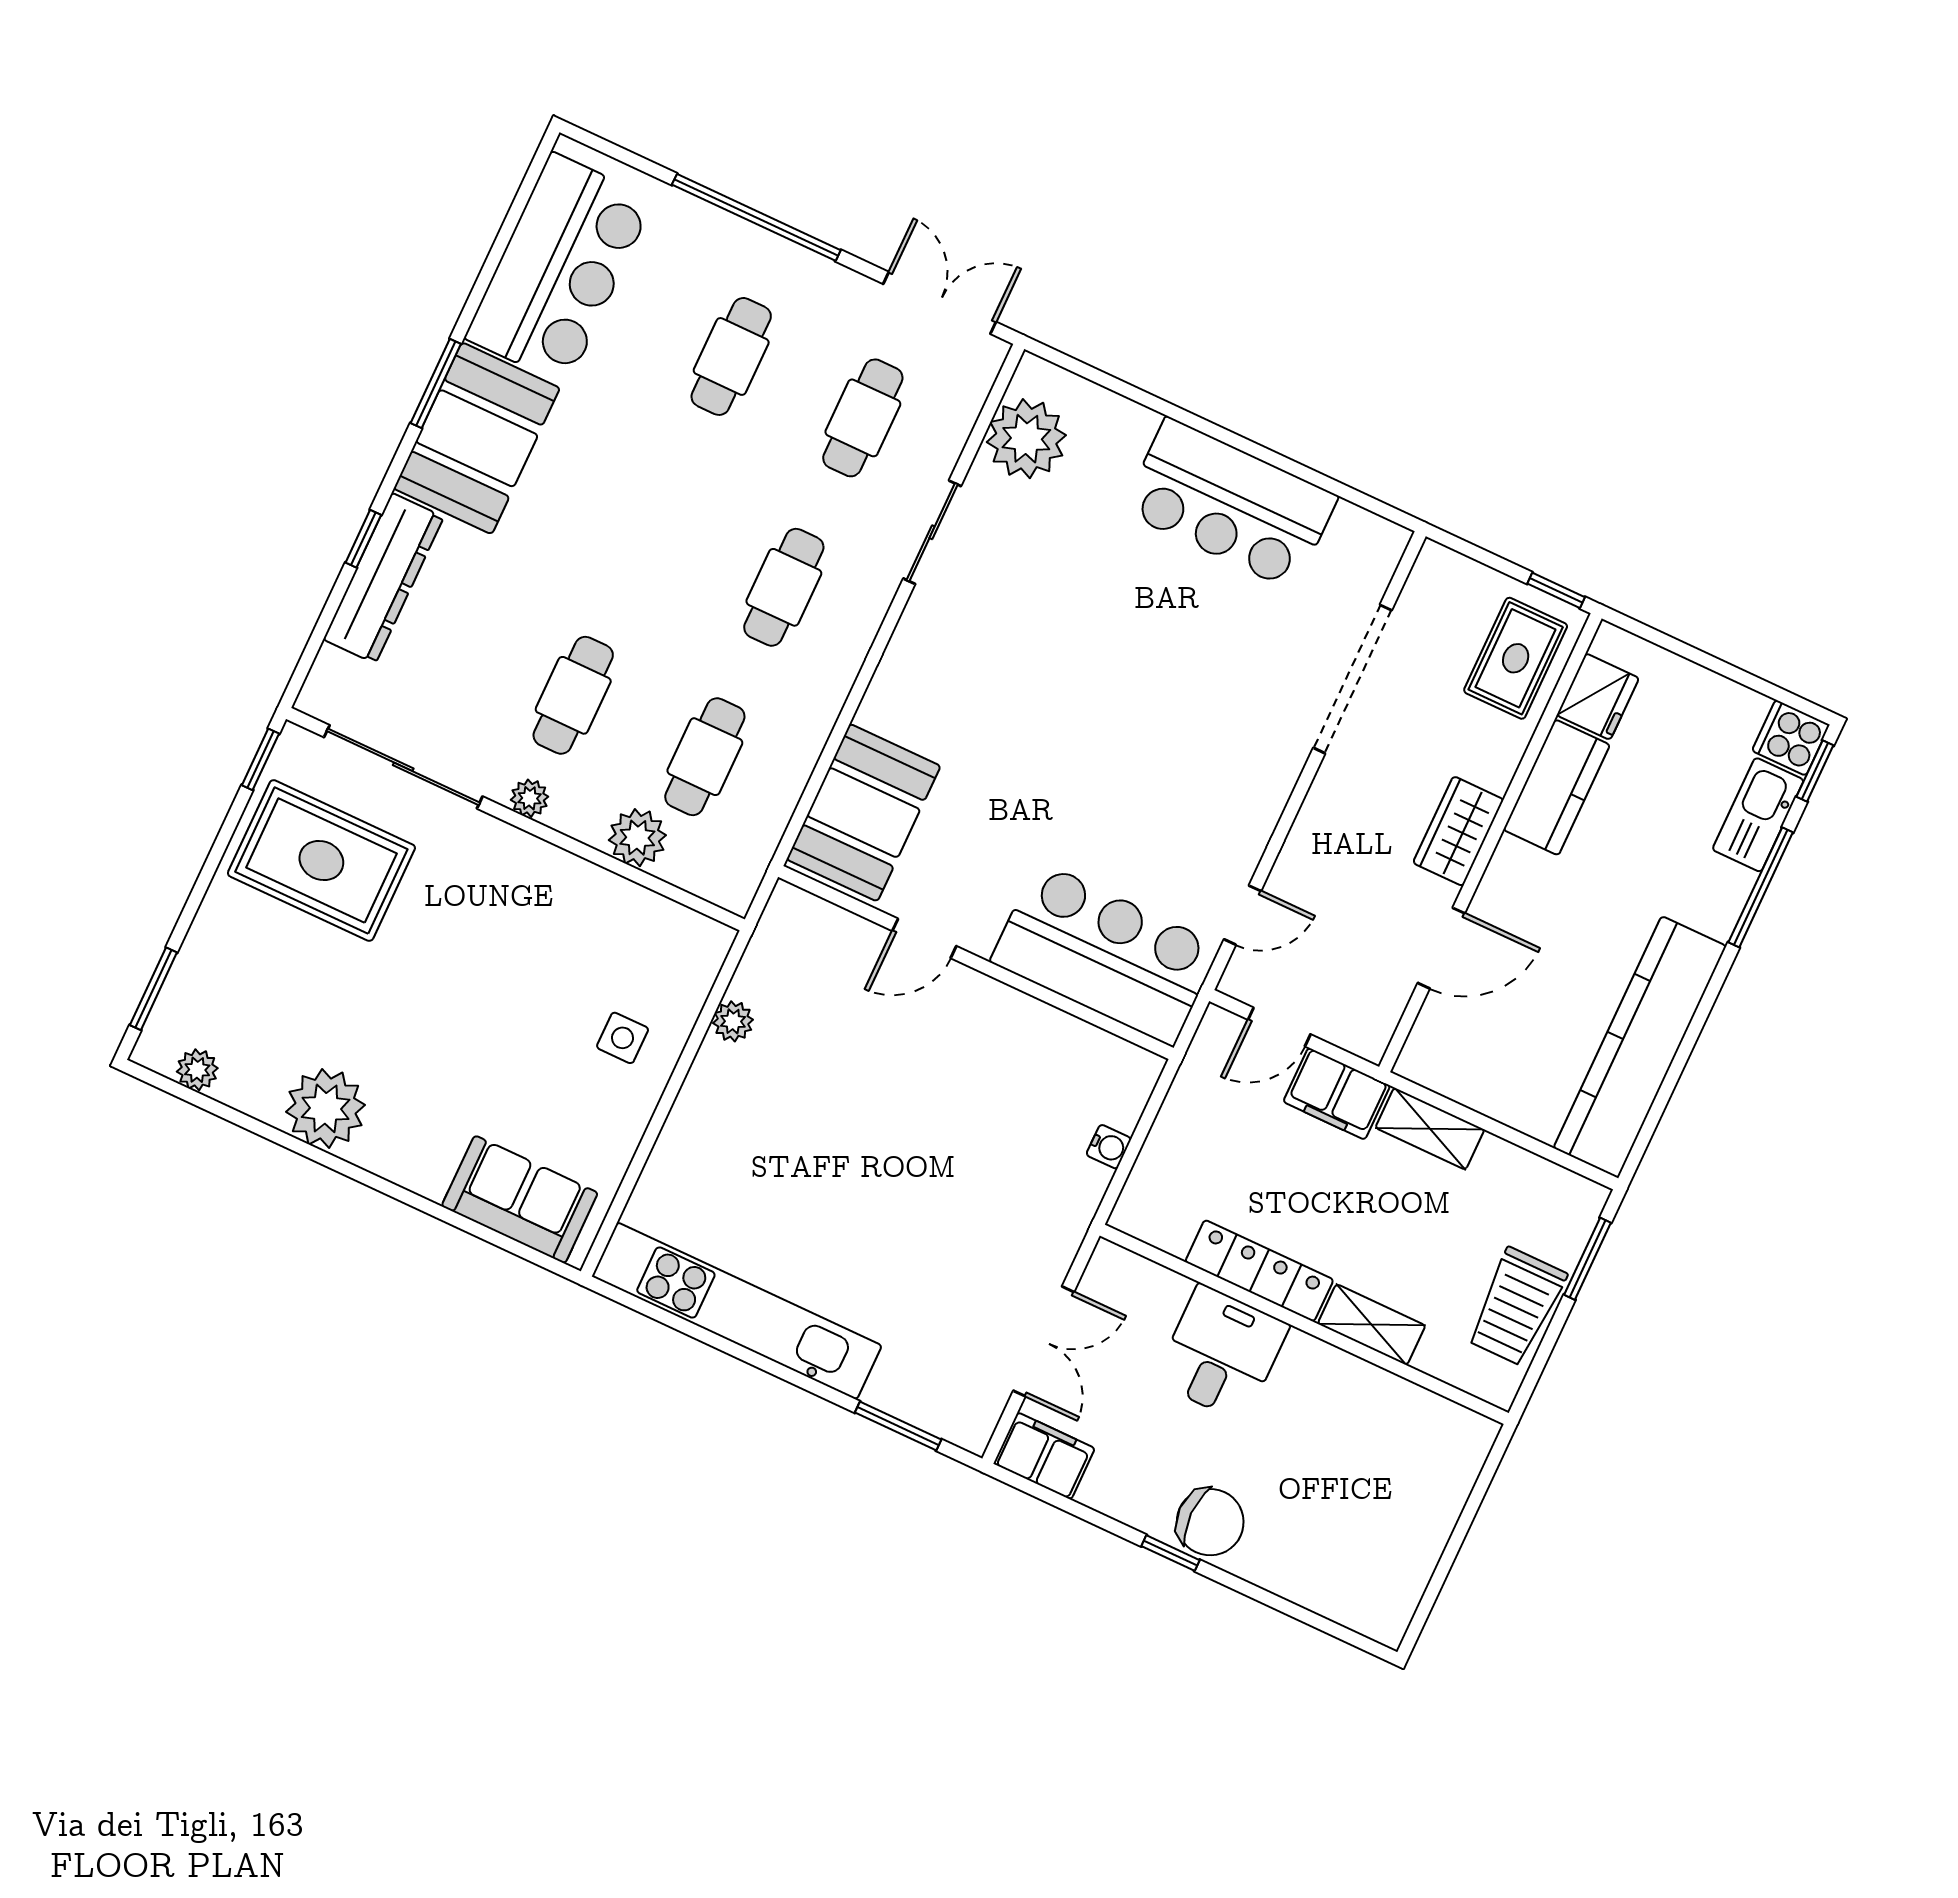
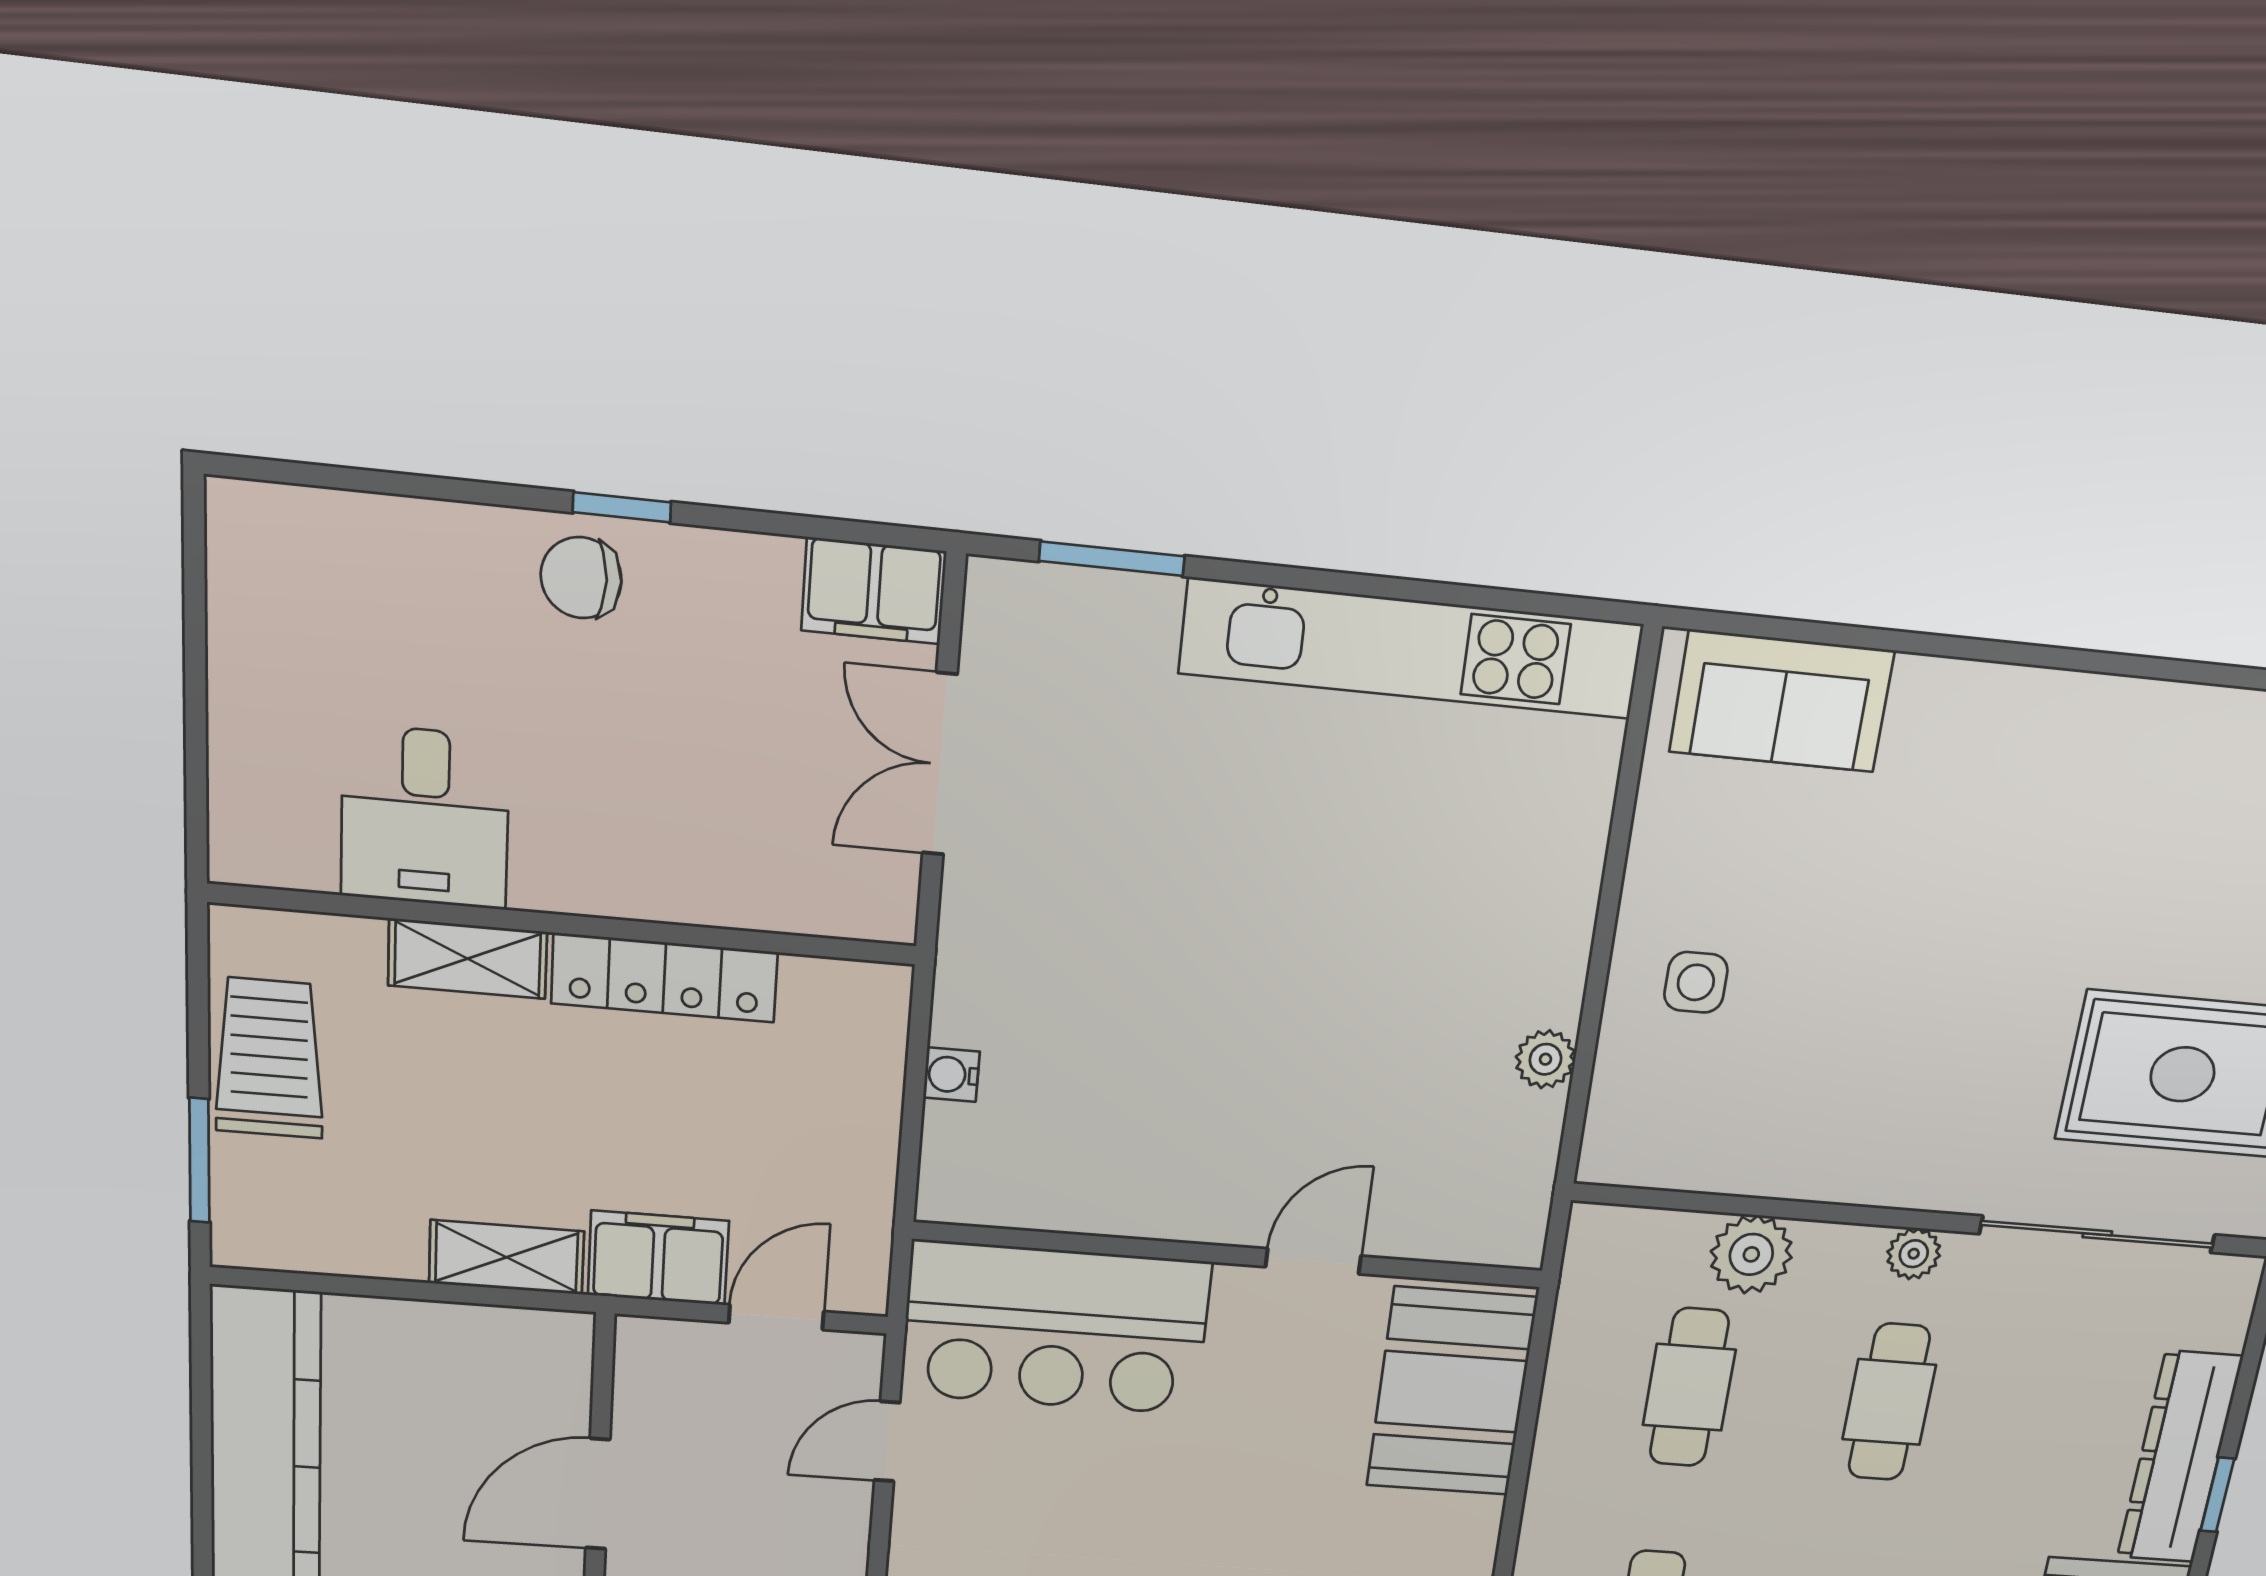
plant: (326, 1108) -> (2100, 734), removed
desk: (1222, 1353) -> (425, 817), moved
chair: (1210, 1522) -> (581, 578), width x0.73, depth x0.73

